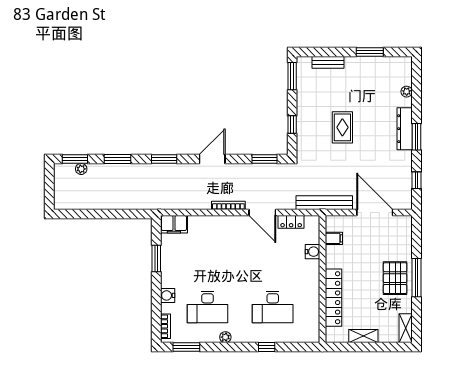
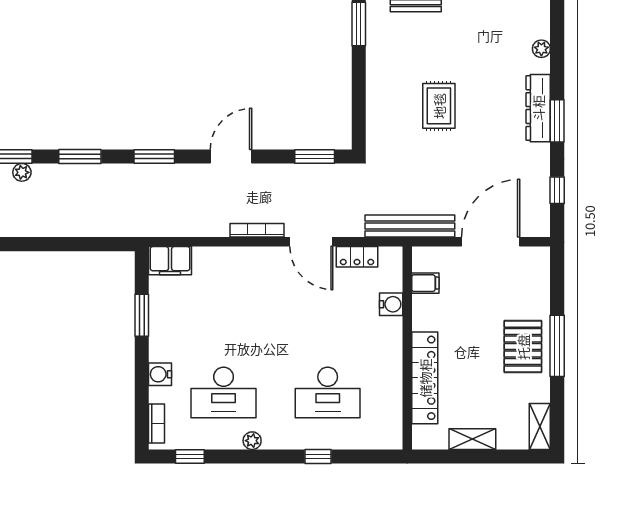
window: (292, 125) -> (359, 101), removed
door: (375, 213) -> (491, 242), hinge flipped
window: (186, 347) -> (190, 456), width x0.67

